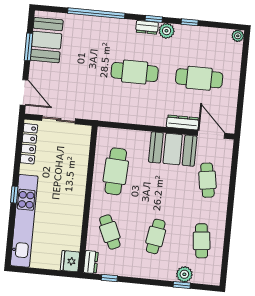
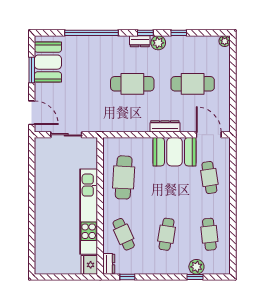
dresser: (183, 123) -> (165, 126), moved
locker: (29, 144) -> (41, 160), removed
window: (14, 195) -> (32, 208), removed
kitchen unit: (24, 221) -> (89, 212), moved, turned 180

